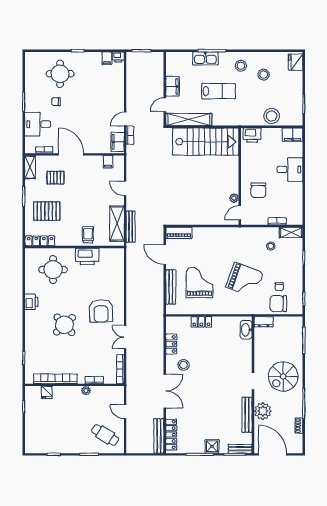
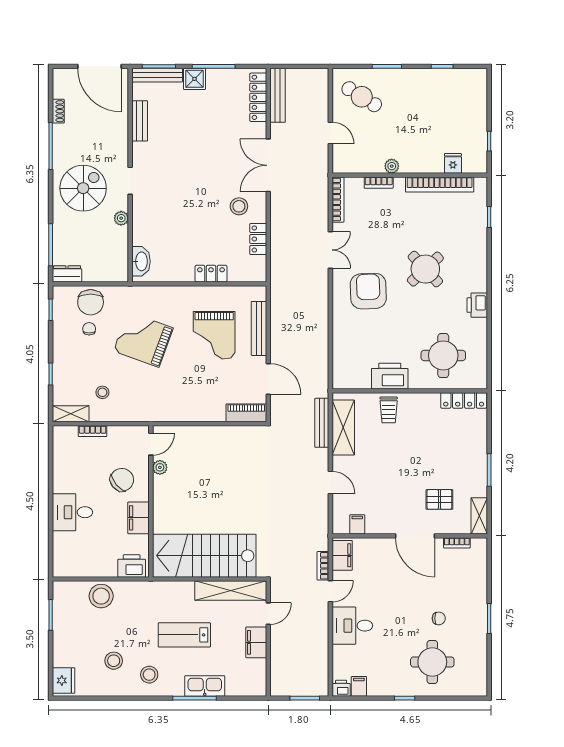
desk: (38, 124) -> (352, 626), moved, turned 180
filing cabinet: (293, 135) -> (139, 518), moved, turned -90
chair: (258, 190) -> (122, 480), turned 50
pallet: (47, 211) -> (453, 447), removed
chair: (278, 304) -> (91, 302), turned 90
dresser: (264, 322) -> (67, 274), moved
plant: (263, 411) -> (121, 218), moved, width x0.53, depth x0.53
bench: (247, 415) -> (140, 121), width x0.73
bench: (240, 449) -> (157, 75), width x1.36

